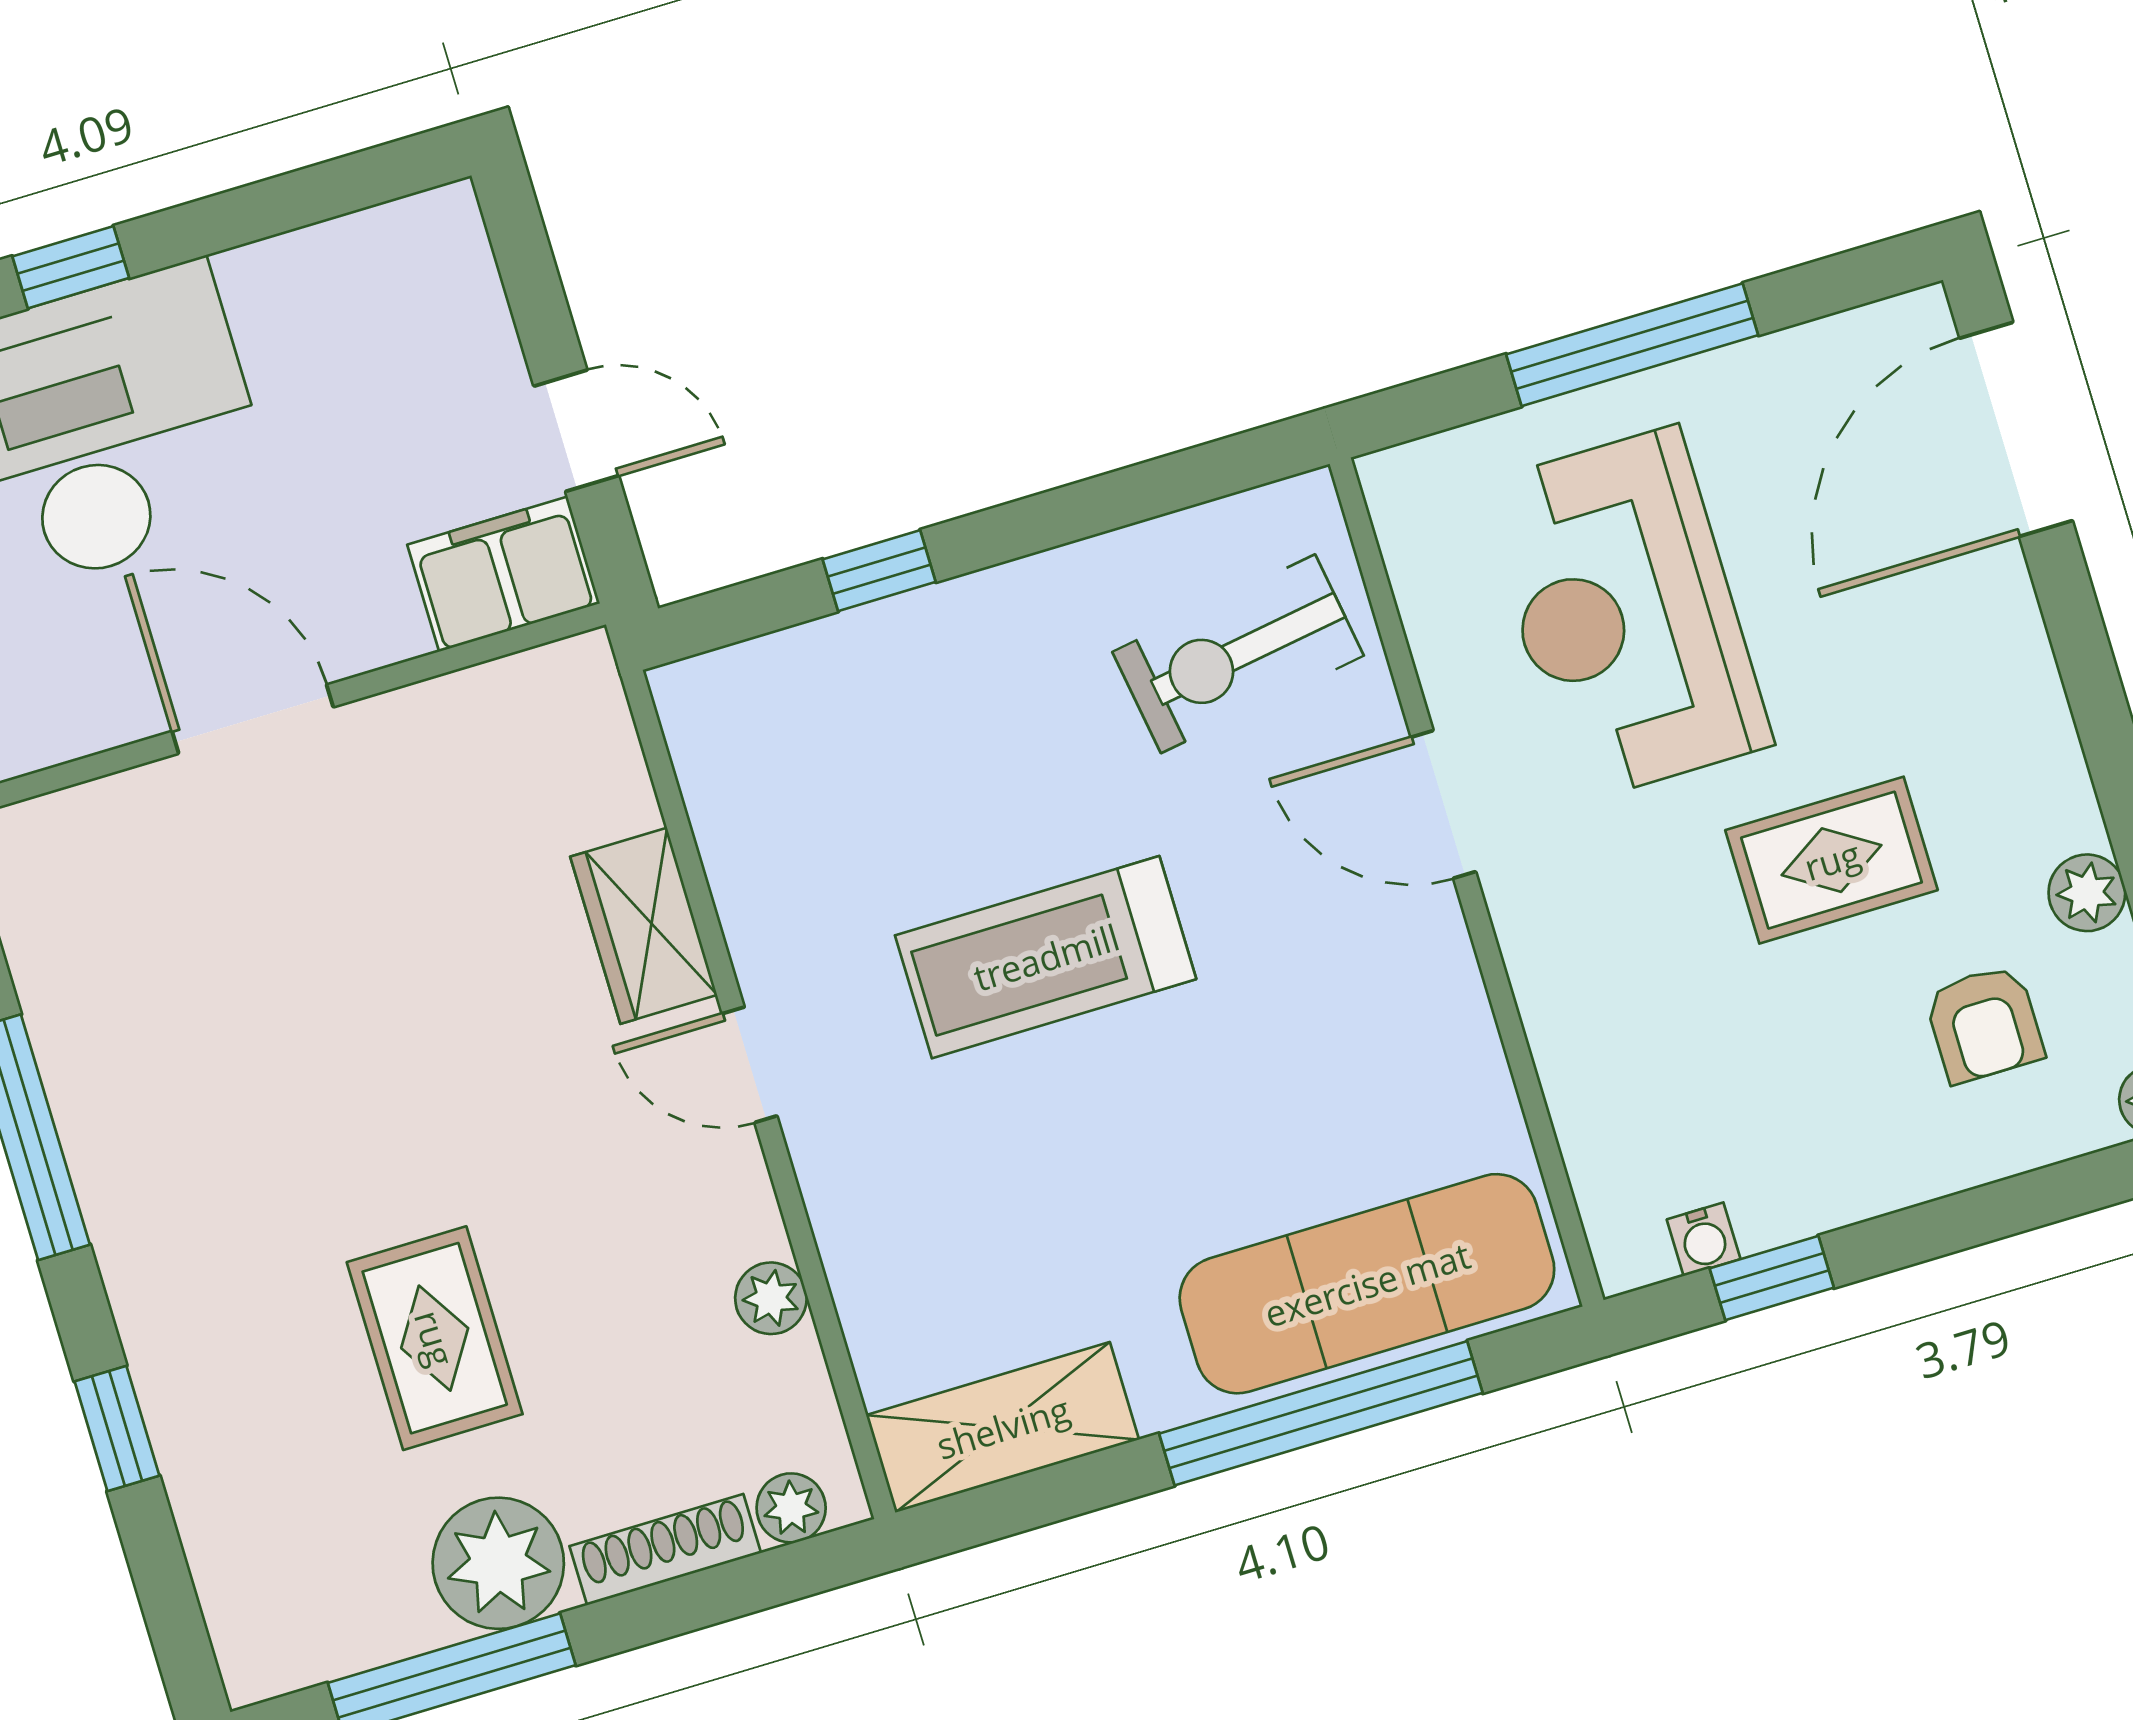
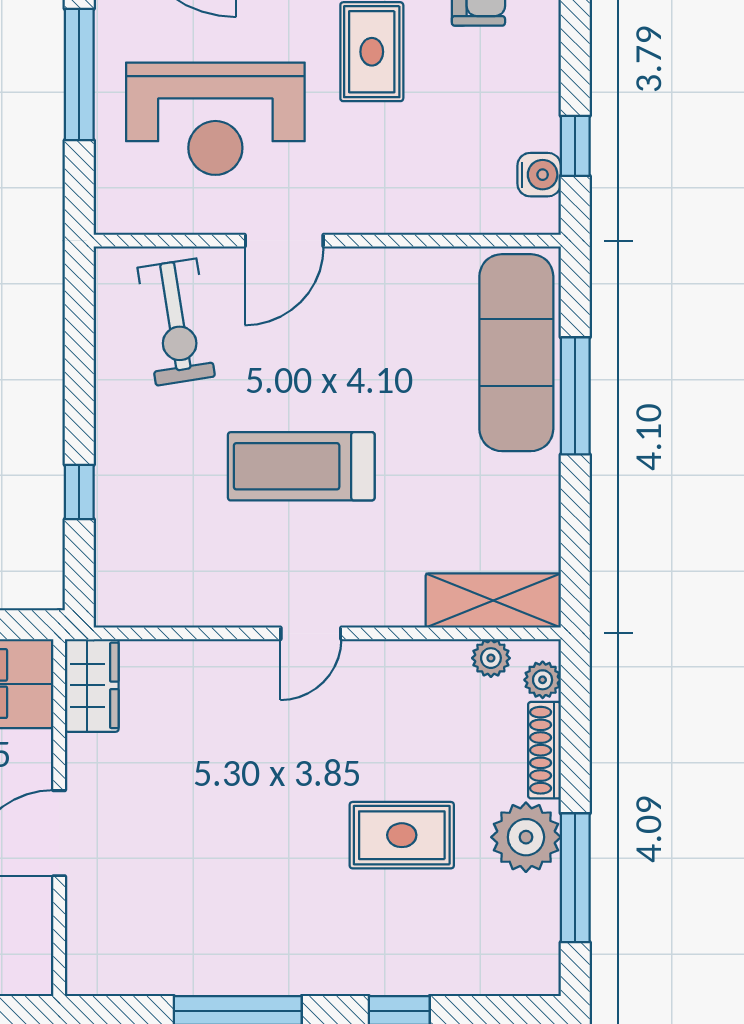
wardrobe: (644, 926) -> (92, 685), moved, turned -90
treadmill: (1046, 957) -> (301, 466), turned 90
water cooler: (1704, 1239) -> (539, 175), width x1.38, depth x1.38
plant: (771, 1298) -> (491, 658), moved
window: (1321, 1413) -> (575, 396), width x0.68
shelving: (1003, 1427) -> (493, 600), moved, turned 90

